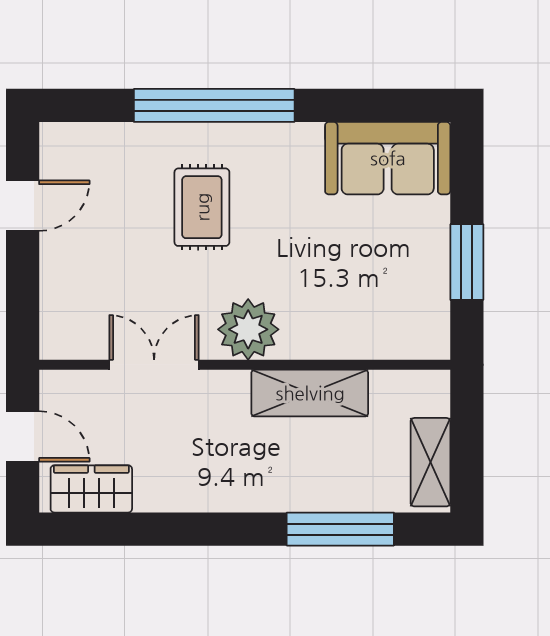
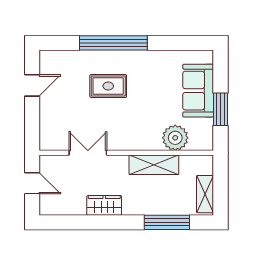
sofa: (388, 158) -> (198, 91), moved, turned 90
rug: (202, 207) -> (108, 86), turned 90
plant: (248, 329) -> (175, 138), moved
wardrobe: (91, 489) -> (104, 205), moved

